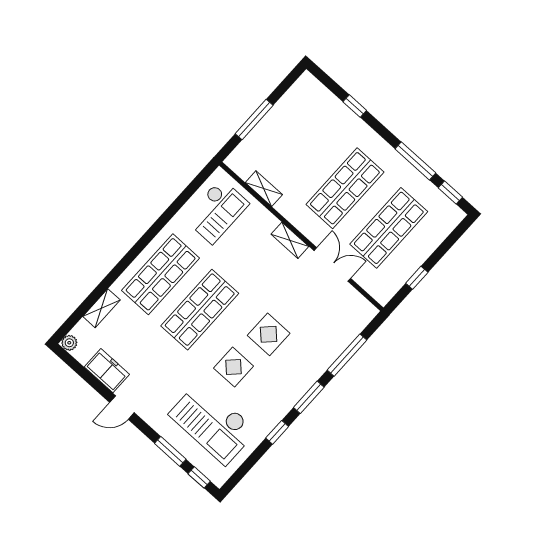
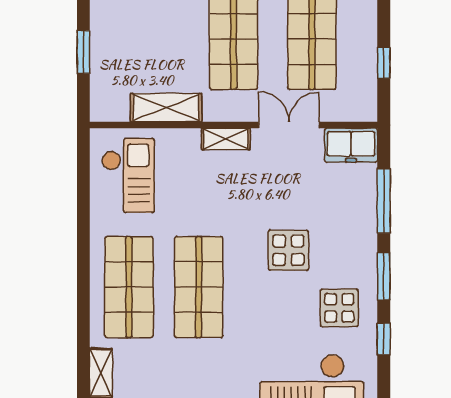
window: (254, 120) -> (83, 52), width x0.69
shelving: (264, 189) -> (166, 108), width x1.50, depth x1.33
freezer: (357, 307) -> (351, 145), added
display table: (234, 367) -> (339, 308), moved

